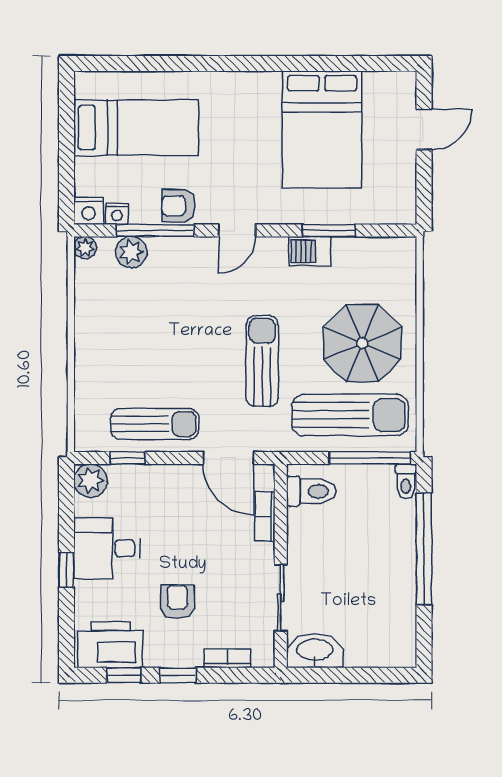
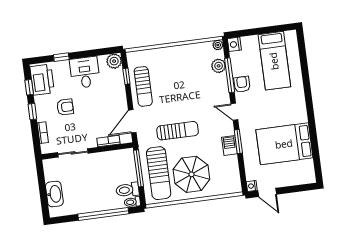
door: (424, 129) -> (267, 192), moved
nightstand: (117, 214) -> (252, 186), moved
window: (329, 230) -> (238, 142), moved
window: (370, 458) -> (139, 168), moved
toilet: (311, 491) -> (127, 190), moved, turned 90
window: (66, 570) -> (61, 57), moved
washbasin: (315, 651) -> (54, 194), moved

